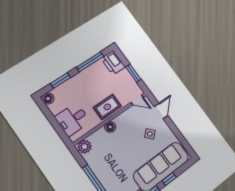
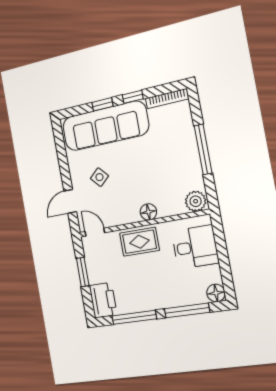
window: (61, 80) -> (187, 310), width x1.44

